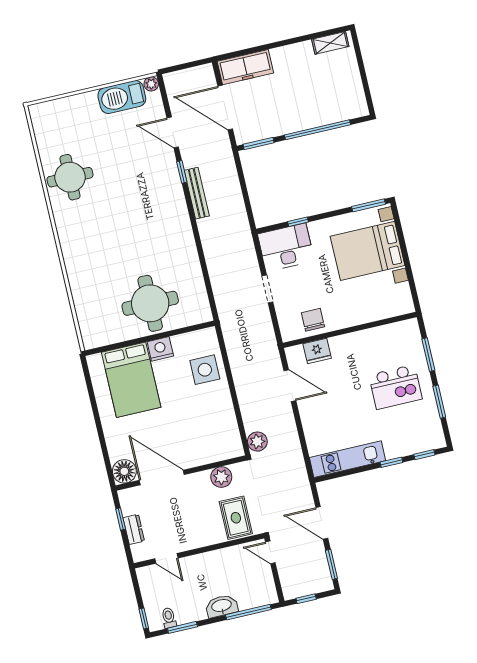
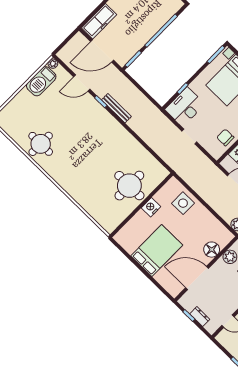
bed: (131, 380) -> (157, 250), moved, turned -90
floor lamp: (124, 471) -> (212, 250), moved

